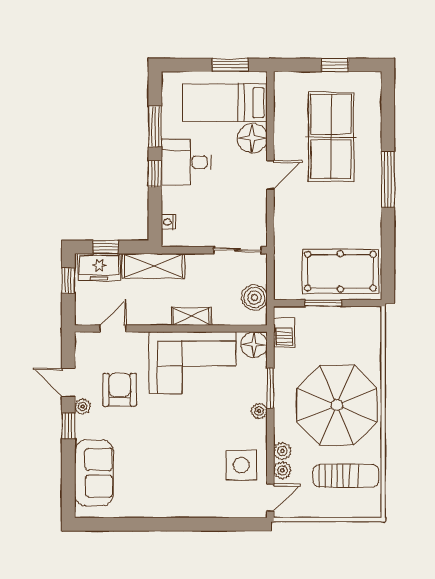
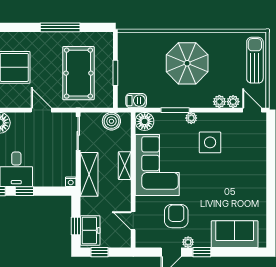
door: (270, 175) -> (41, 110), moved
window: (388, 180) -> (60, 27), moved
nightstand: (168, 222) -> (71, 182), moved
shelving: (153, 266) -> (89, 174), moved
pool table: (340, 271) -> (78, 73), moved
armchair: (120, 390) -> (176, 216), turned 90
parasol: (337, 405) -> (187, 63), width x0.73, depth x0.73
side table: (241, 465) -> (210, 142), moved
sun lounger: (346, 476) -> (255, 60), moved

